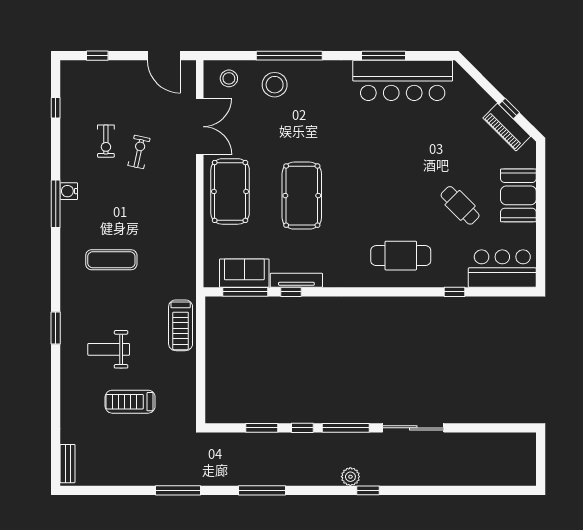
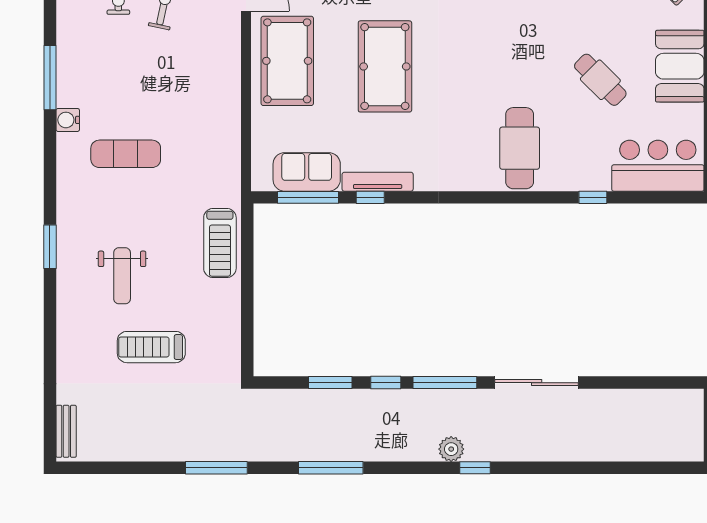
water cooler: (69, 191) -> (68, 120), moved
cafe table: (401, 256) -> (520, 148), turned 90
weight bench: (109, 349) -> (122, 276), turned -90

